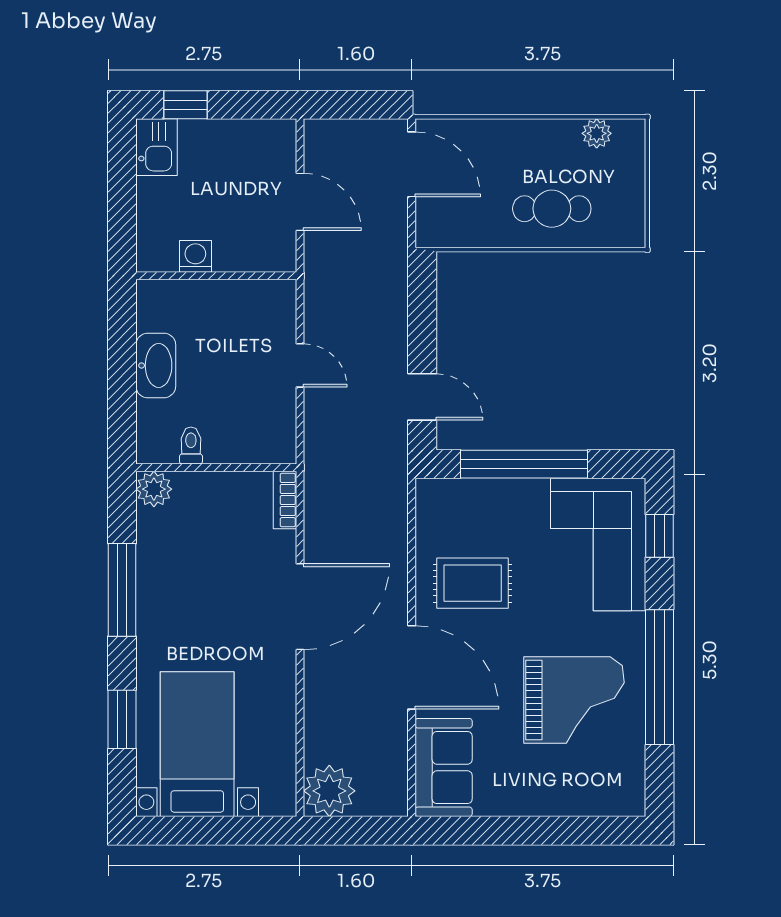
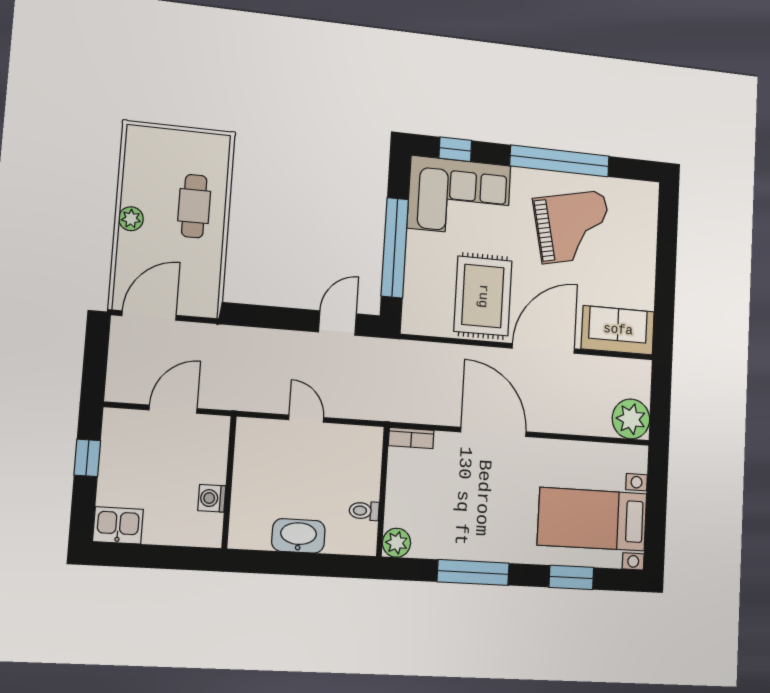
window: (185, 105) -> (87, 458), moved
plant: (597, 133) -> (131, 219), moved
door: (300, 365) -> (306, 419), hinge flipped
rug: (473, 583) -> (483, 296), width x1.36, depth x1.43
grand piano: (574, 700) -> (573, 227), turned 78

